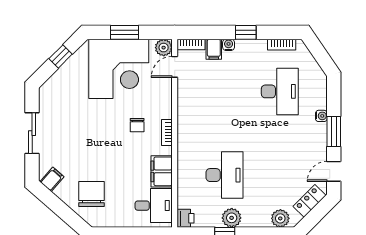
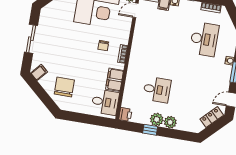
desk: (224, 175) -> (157, 90), width x0.73
plant: (280, 218) -> (170, 122), moved

